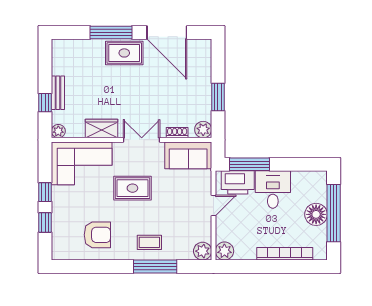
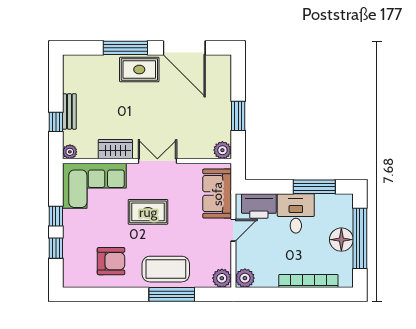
shoe rack: (177, 133) -> (195, 153), removed
sofa: (188, 155) -> (217, 194), moved, turned 90
window: (250, 164) -> (314, 187), moved
coffee table: (149, 242) -> (166, 269), width x1.86, depth x1.72

